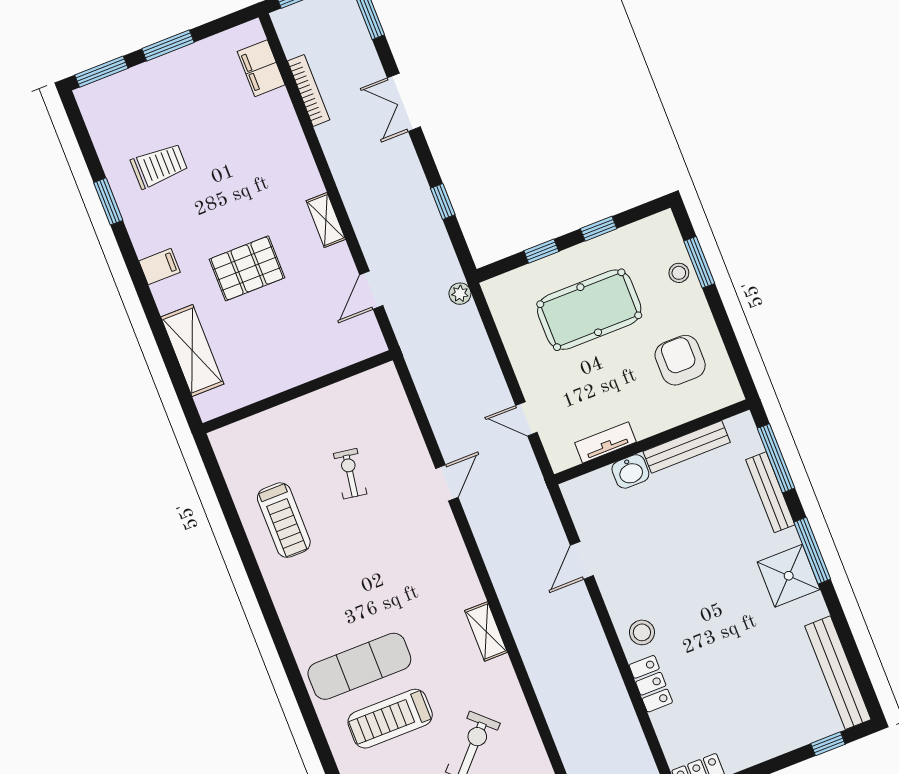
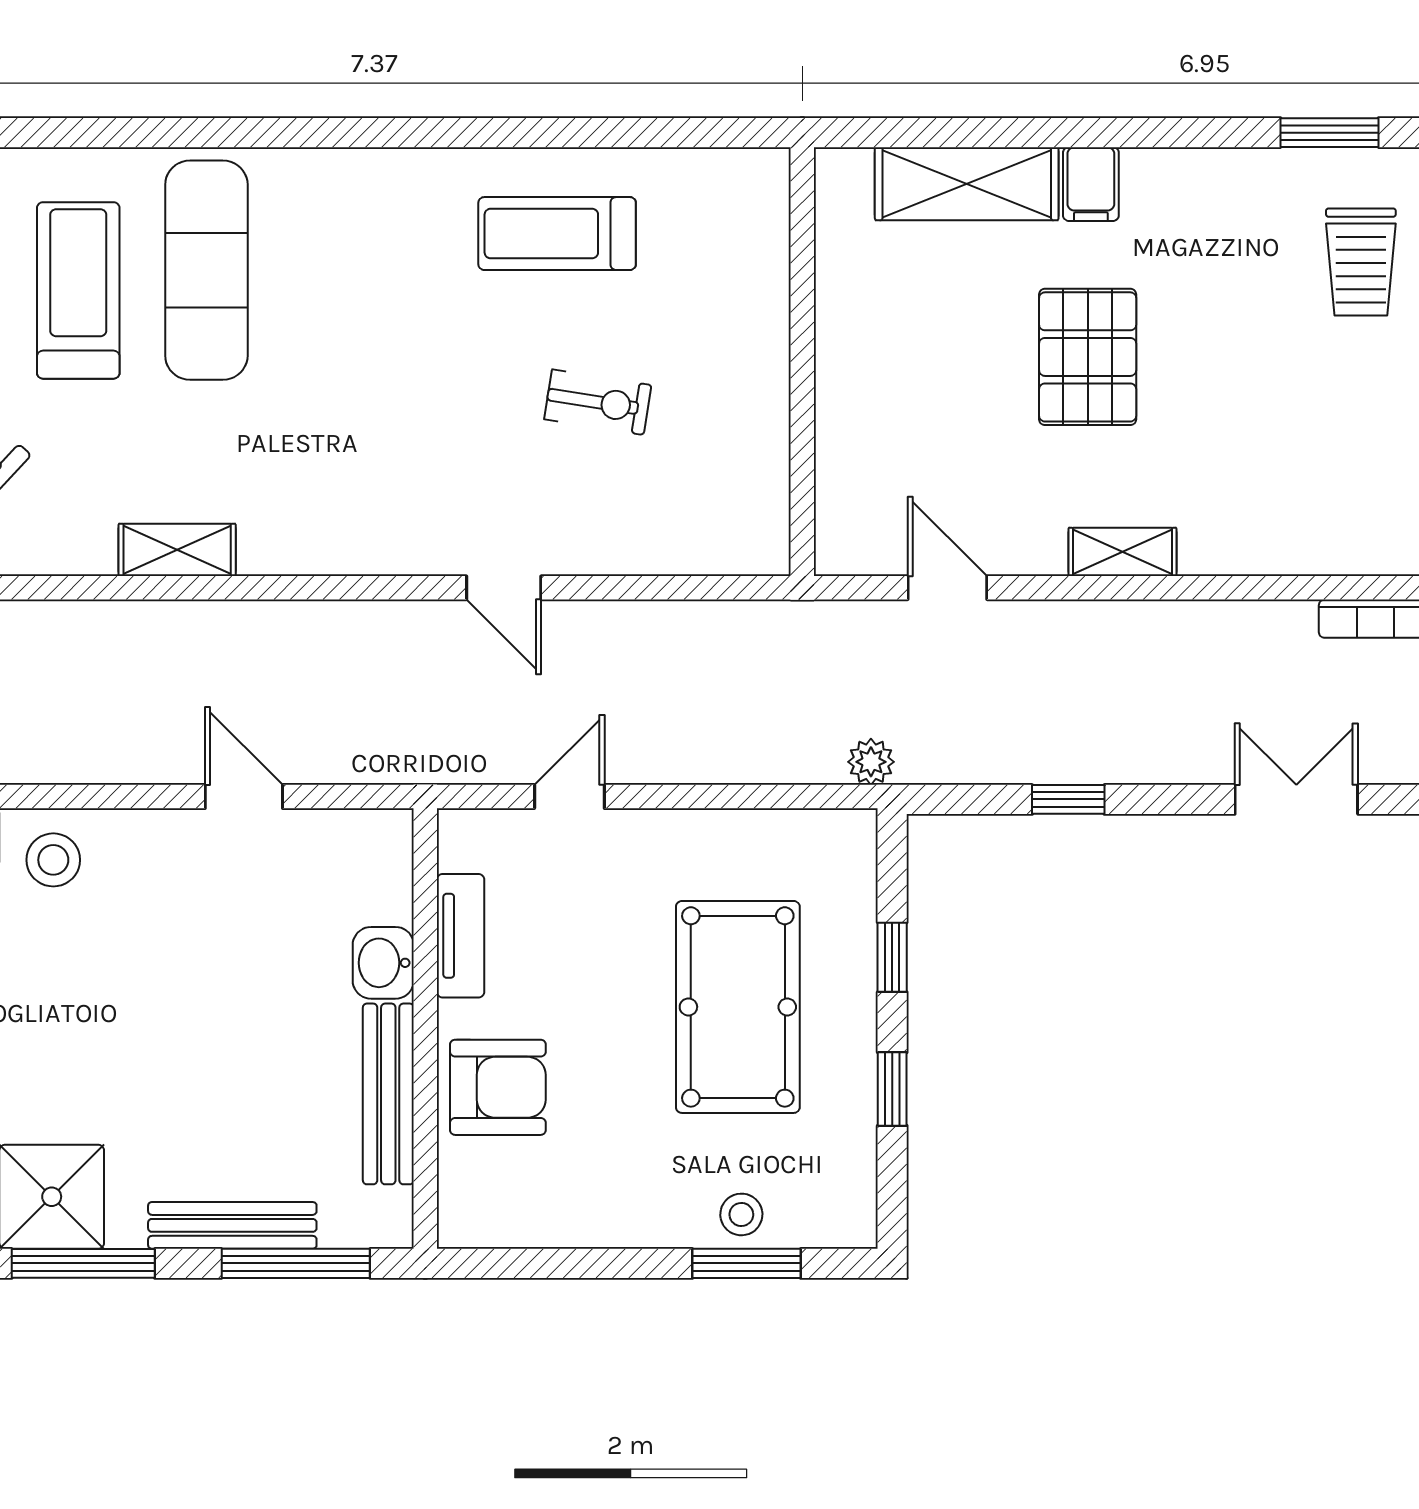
filing cabinet: (160, 267) -> (1091, 184), moved
armchair: (680, 360) -> (498, 1087), moved

